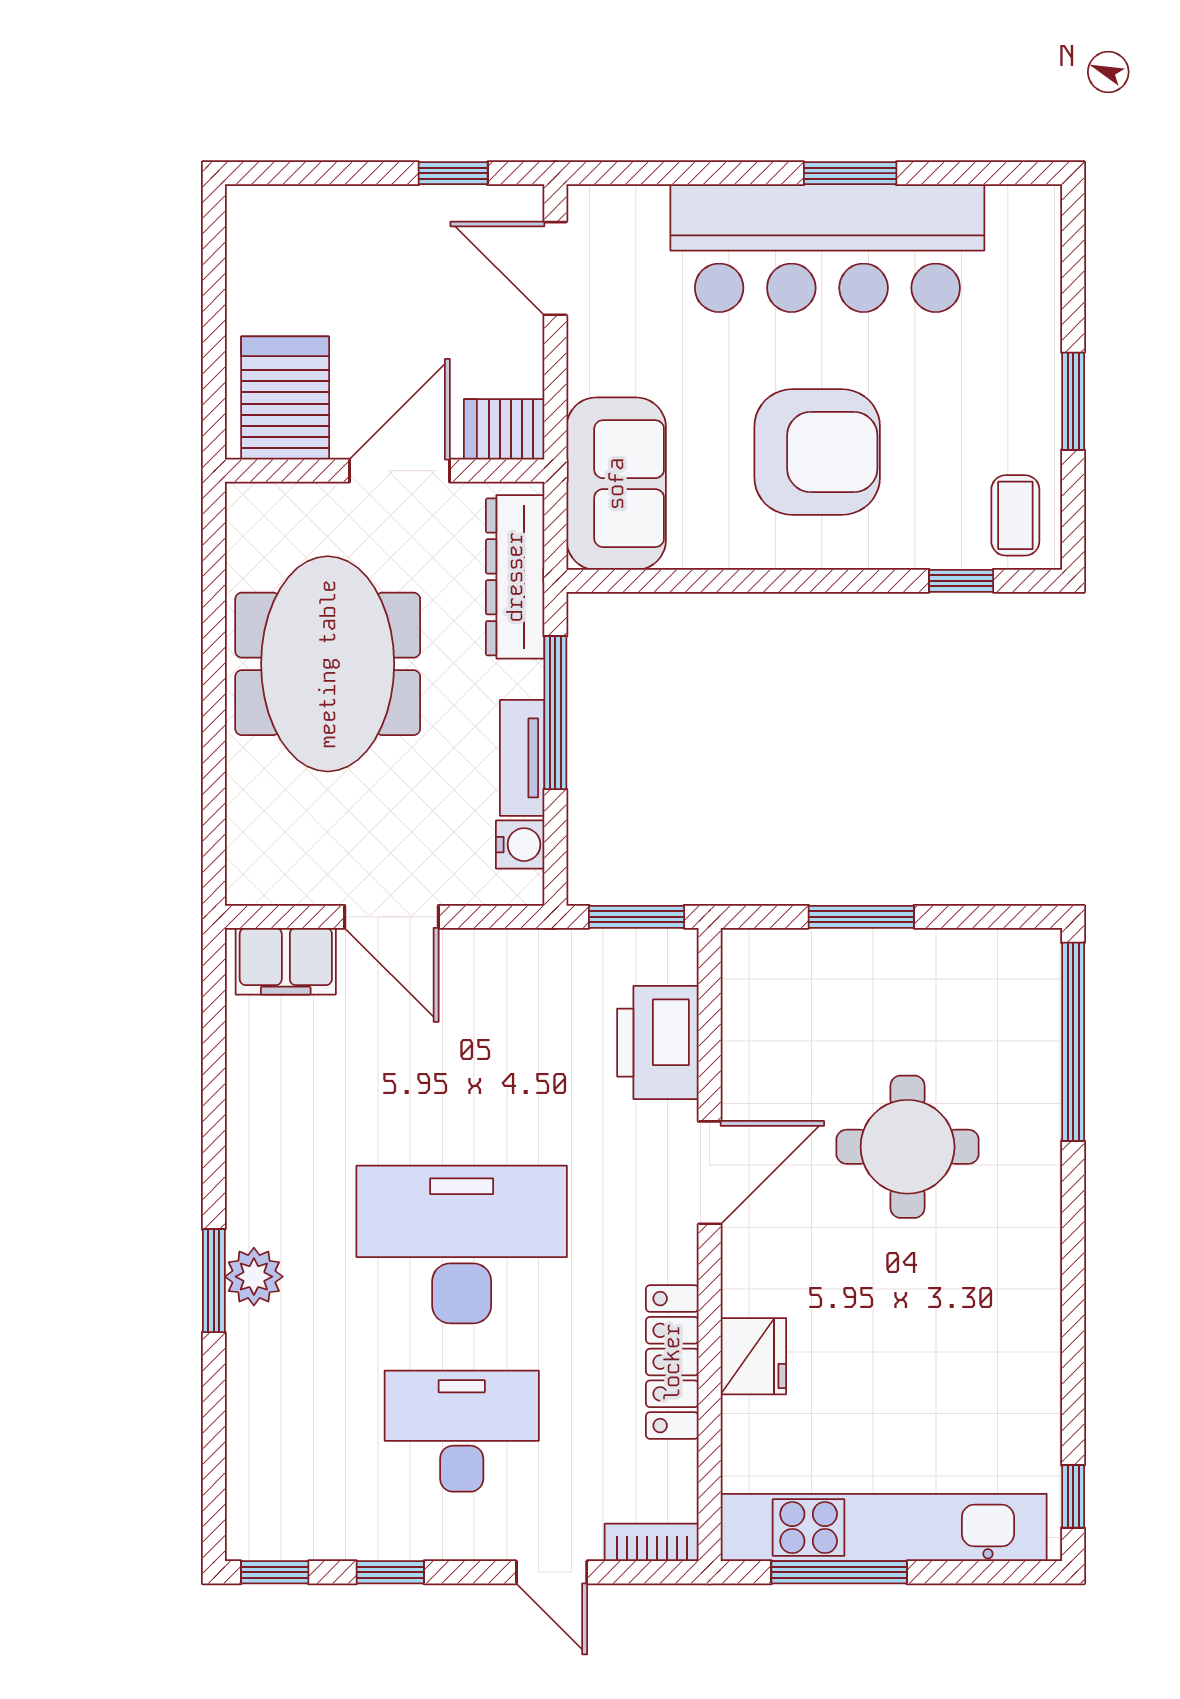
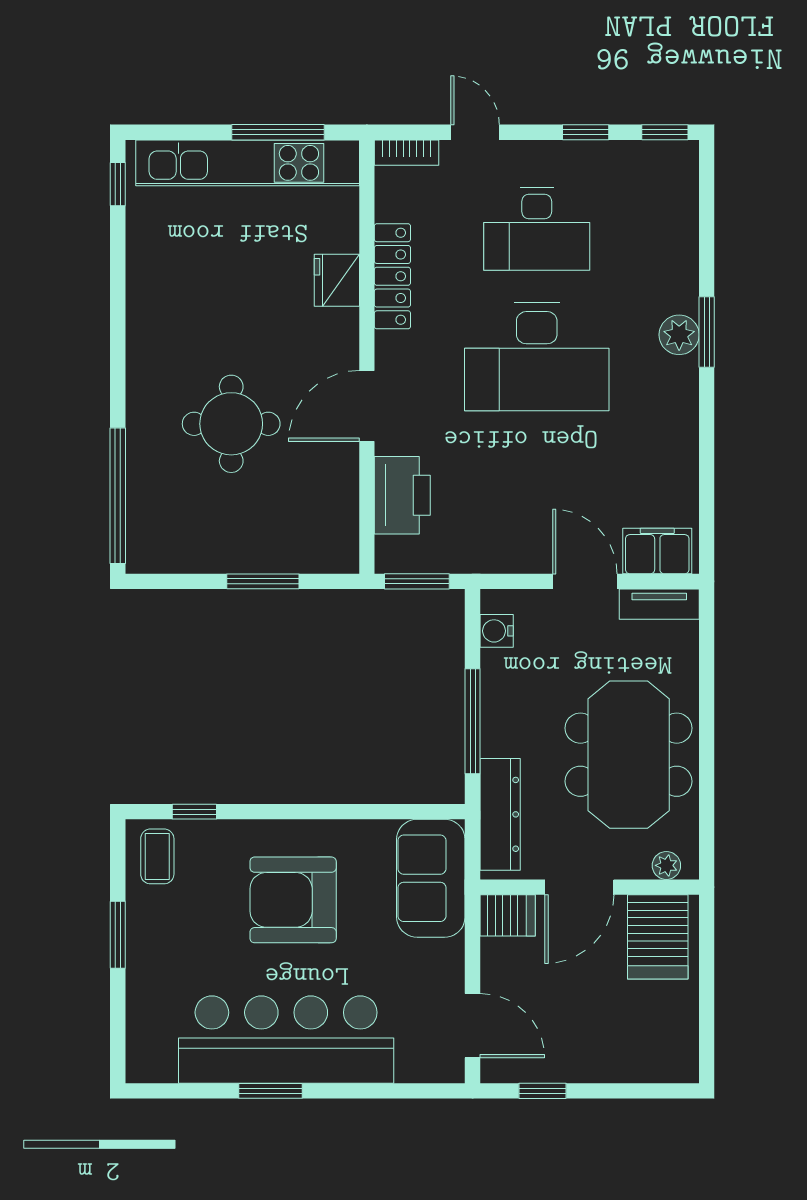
plant: (272, 502) -> (666, 865), added
tv unit: (522, 758) -> (659, 604), moved, turned 90

